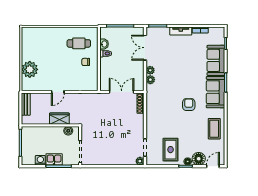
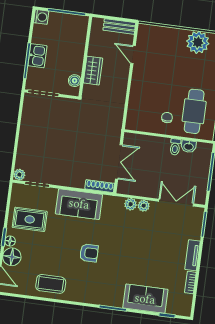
cafe table: (79, 43) -> (194, 111), width x1.37, depth x1.35
plant: (30, 69) -> (198, 42), moved
door: (58, 92) -> (133, 55), moved
sofa: (215, 92) -> (79, 204), moved, turned 180
washing machine: (40, 160) -> (41, 17), moved

